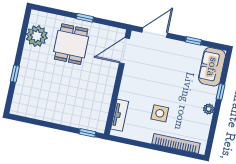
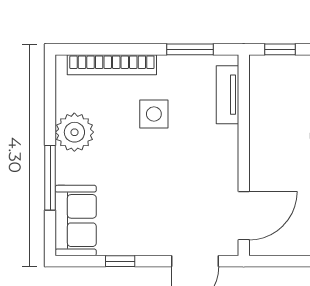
window: (221, 92) -> (50, 178), width x2.17
plant: (209, 109) -> (74, 132), width x1.88, depth x1.88
window: (134, 143) -> (190, 49), added

